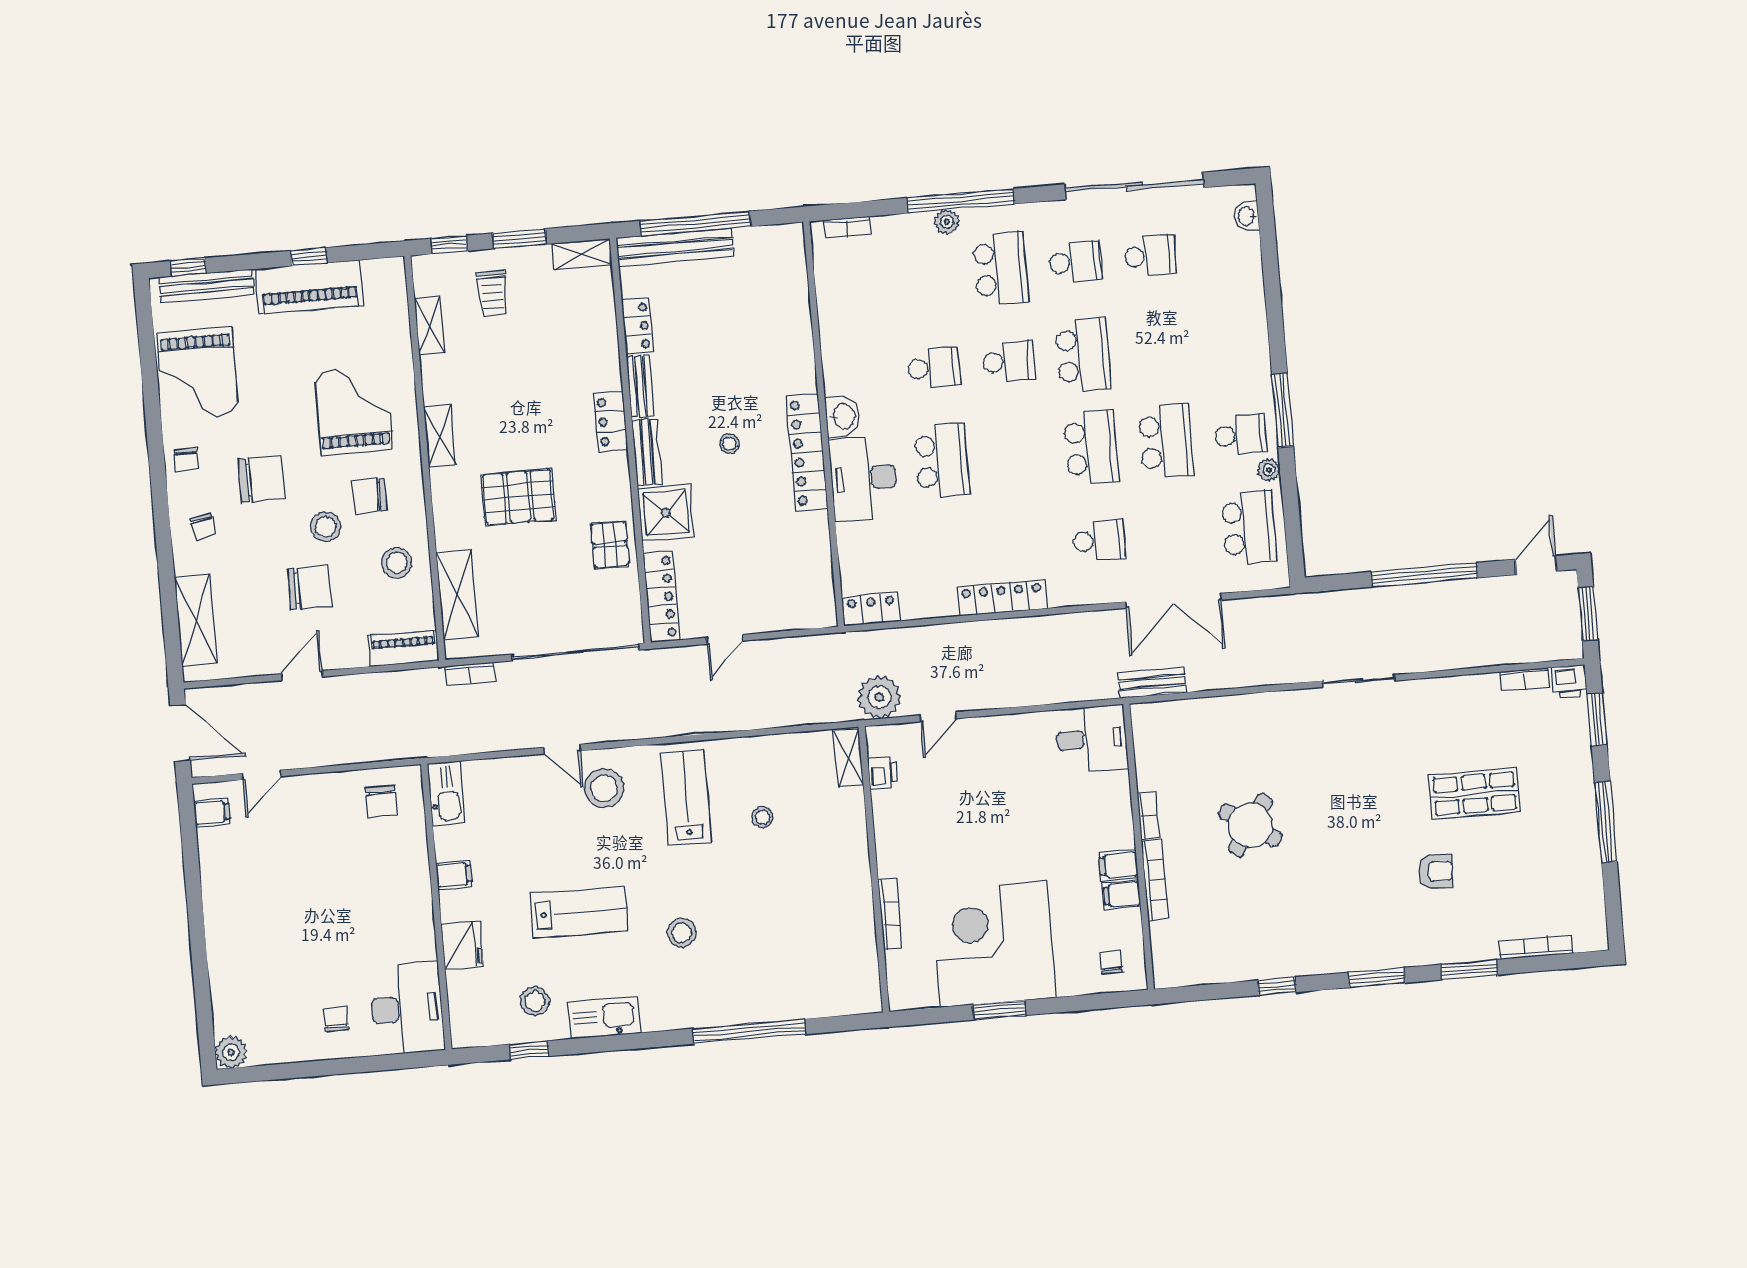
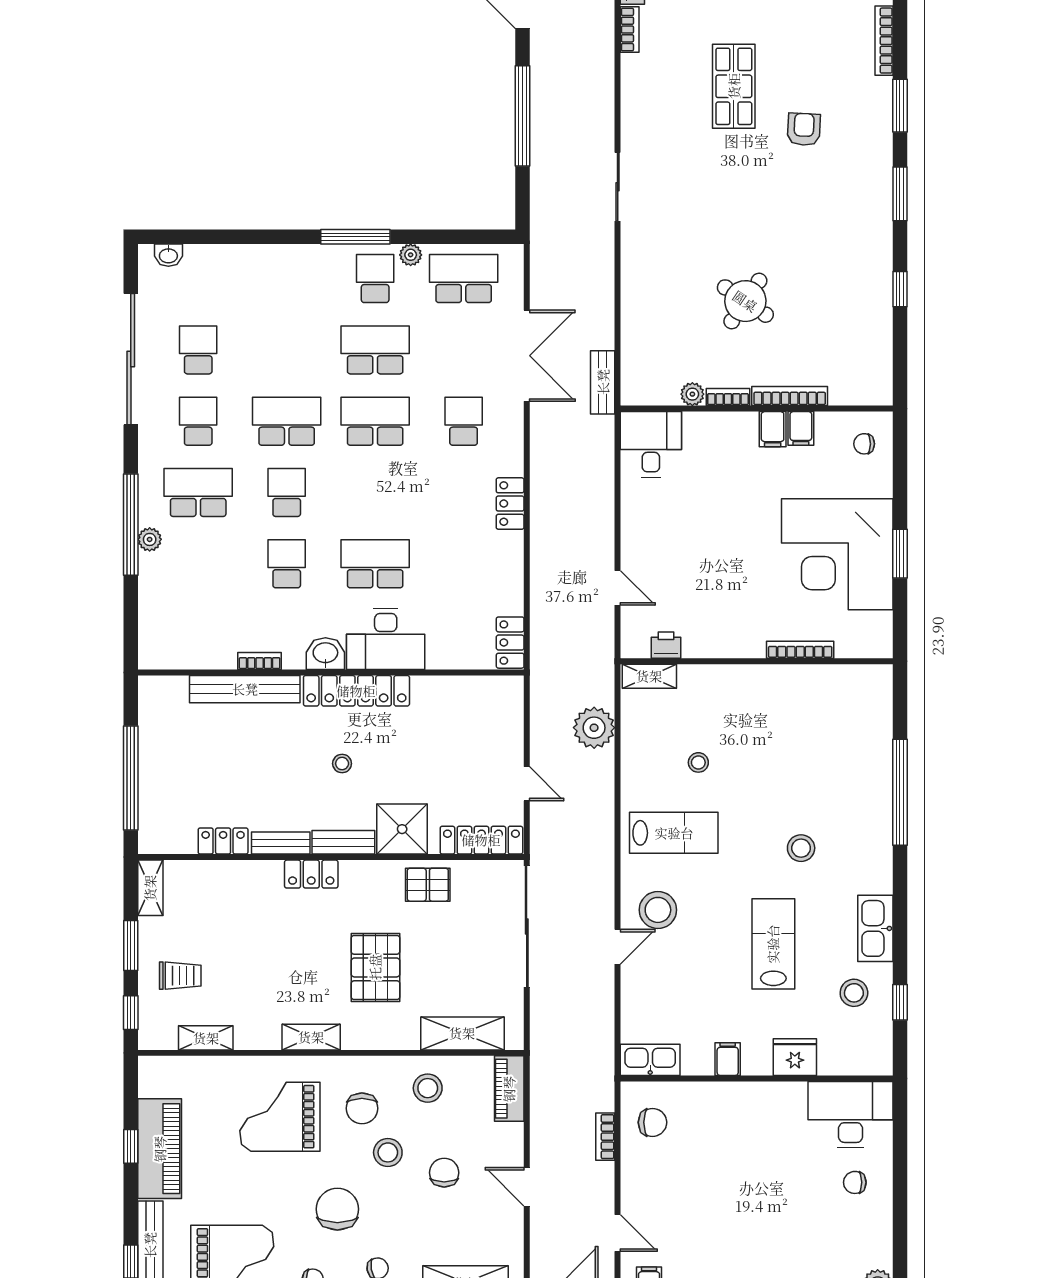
bookcase: (847, 227) -> (260, 661), moved, turned -90
bench: (675, 247) -> (245, 689), moved, turned 90
chair: (310, 588) -> (444, 1173), width x0.73, depth x0.73
locker: (1002, 598) -> (510, 504), width x0.66
bookcase: (469, 674) -> (605, 1137), moved, turned 180
plant: (879, 697) -> (594, 728), moved
plant: (1148, 778) -> (692, 394), added
lab bench: (686, 798) -> (674, 833), turned 180

